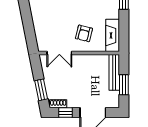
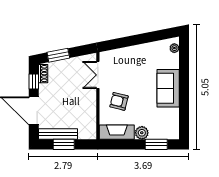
plant: (113, 12) -> (142, 133), added
bench: (114, 72) -> (58, 134), moved

